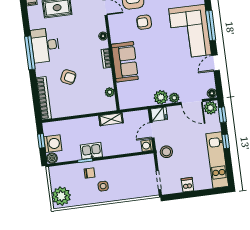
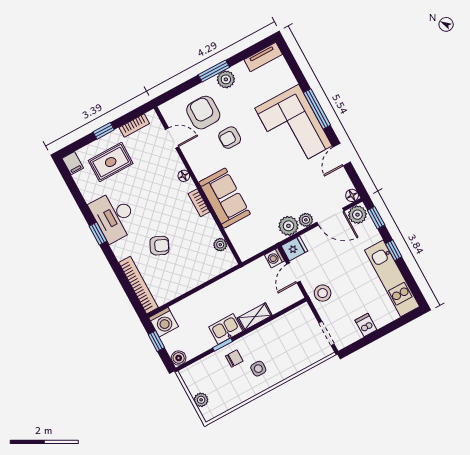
window: (30, 53) -> (98, 234), width x0.46
shelving: (111, 119) -> (255, 317), moved
washing machine: (53, 144) -> (164, 322), moved, turned 90
washing machine: (147, 146) -> (275, 258), moved
plant: (61, 196) -> (201, 400), width x0.53, depth x0.53

